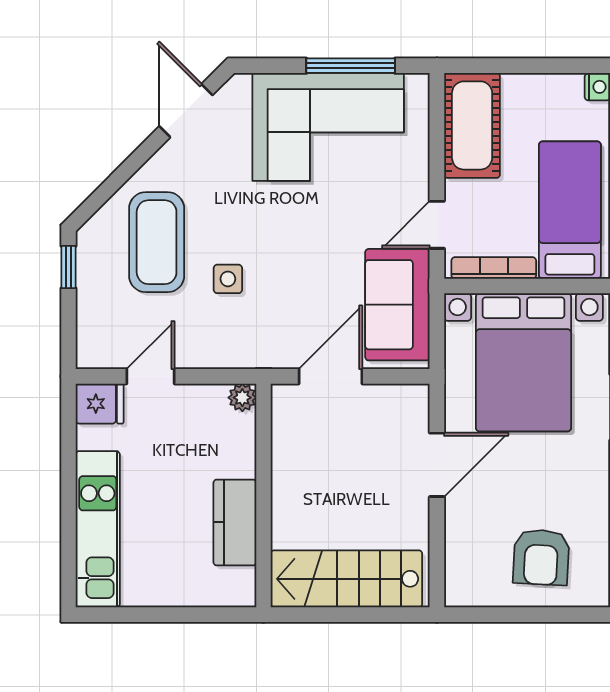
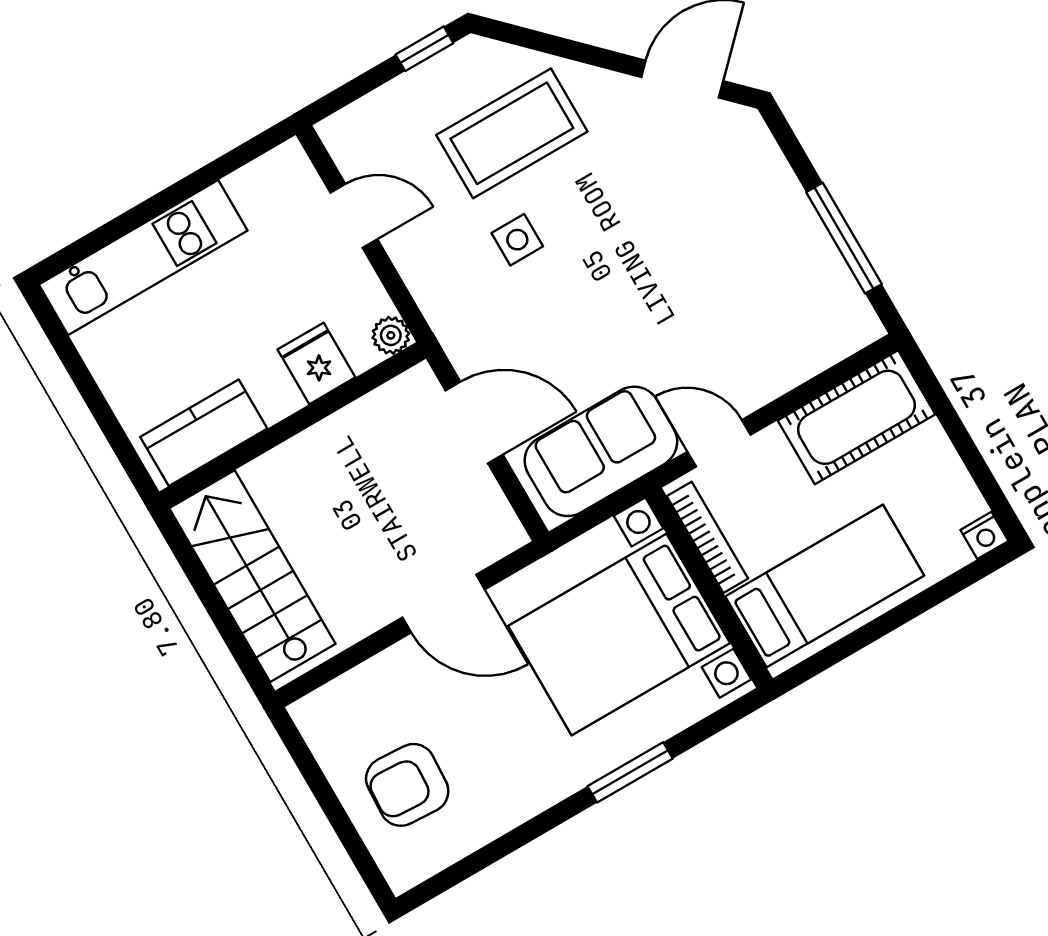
corner sofa: (328, 127) -> (759, 253), removed
fridge: (100, 404) -> (316, 363), moved, turned 180
kitchen counter: (235, 522) -> (204, 433), moved

